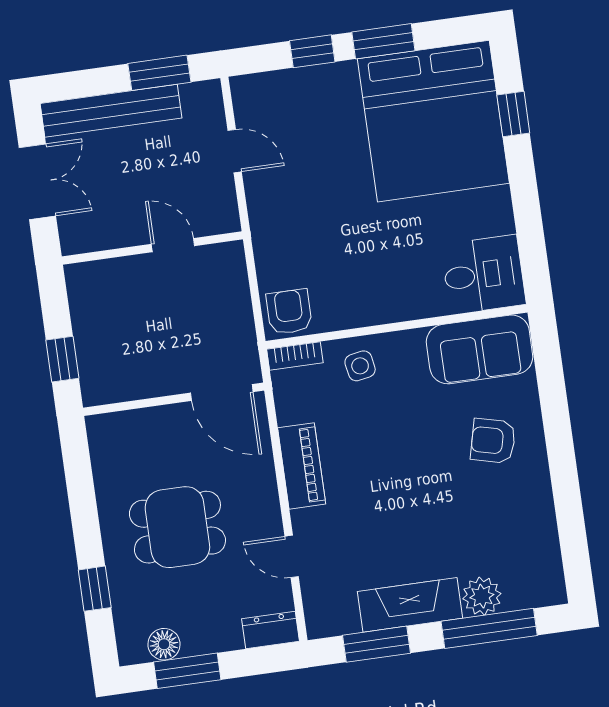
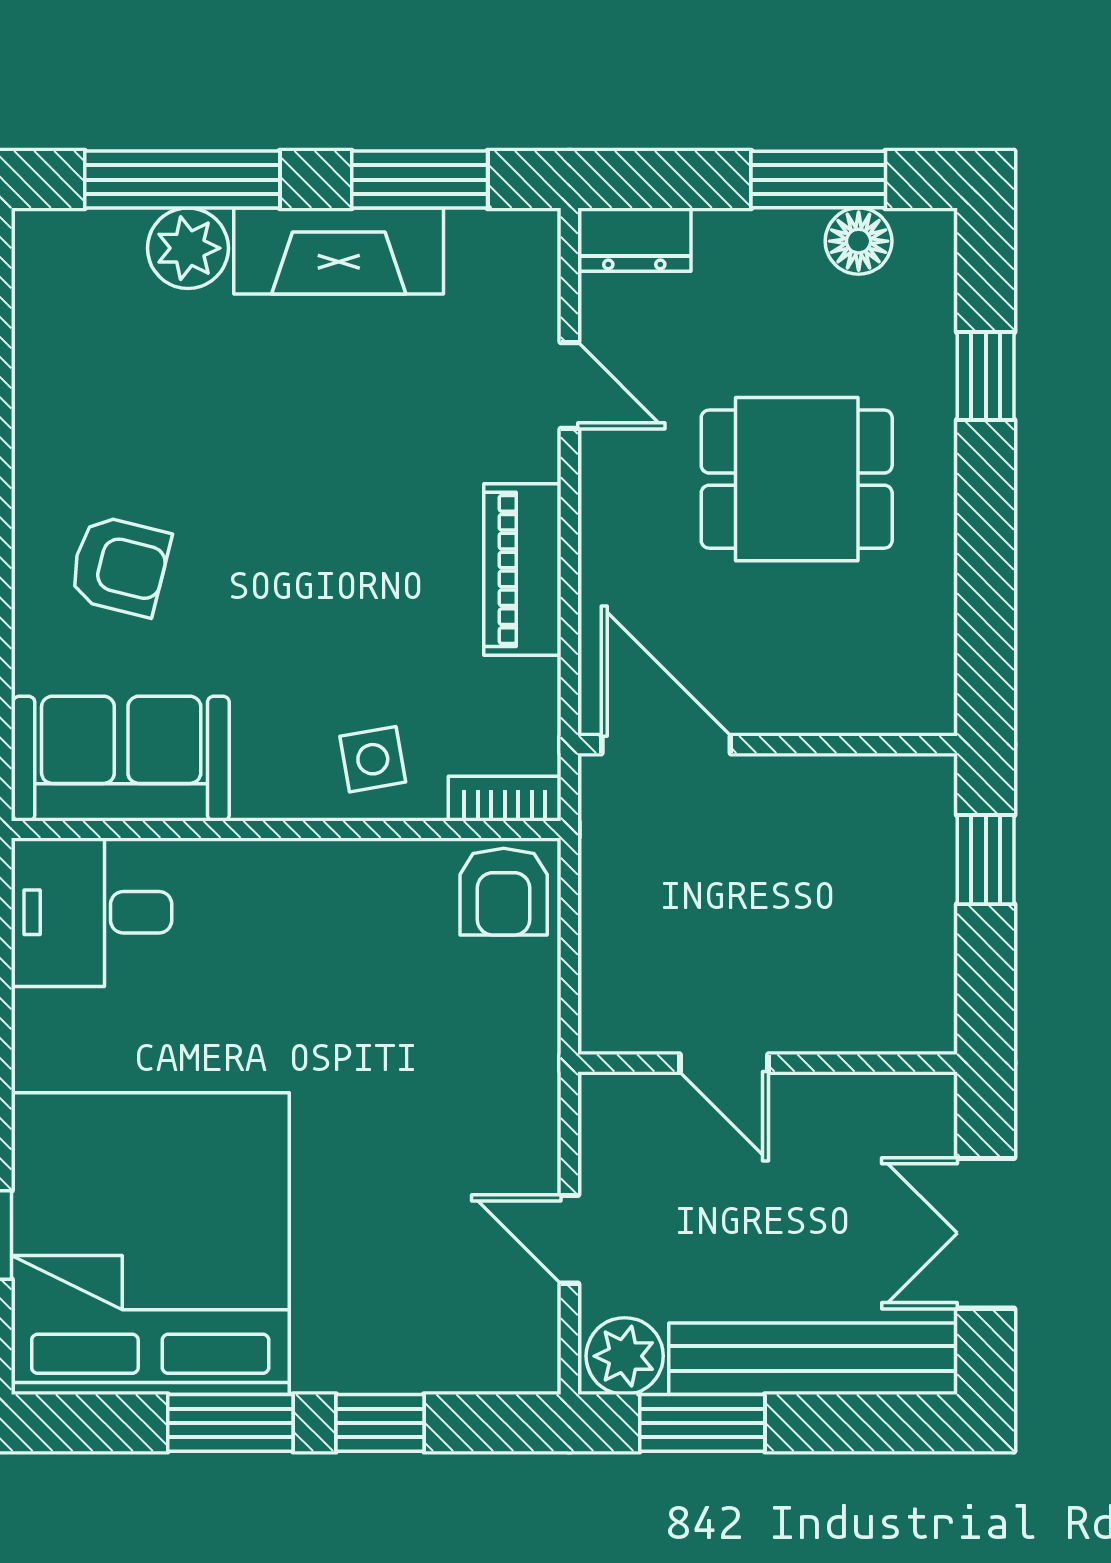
plant: (201, 99) -> (625, 1356), added

